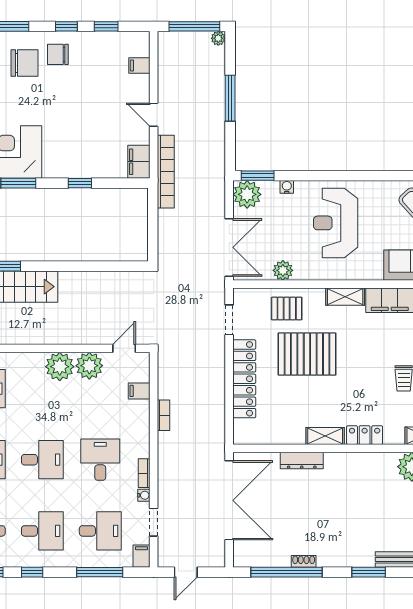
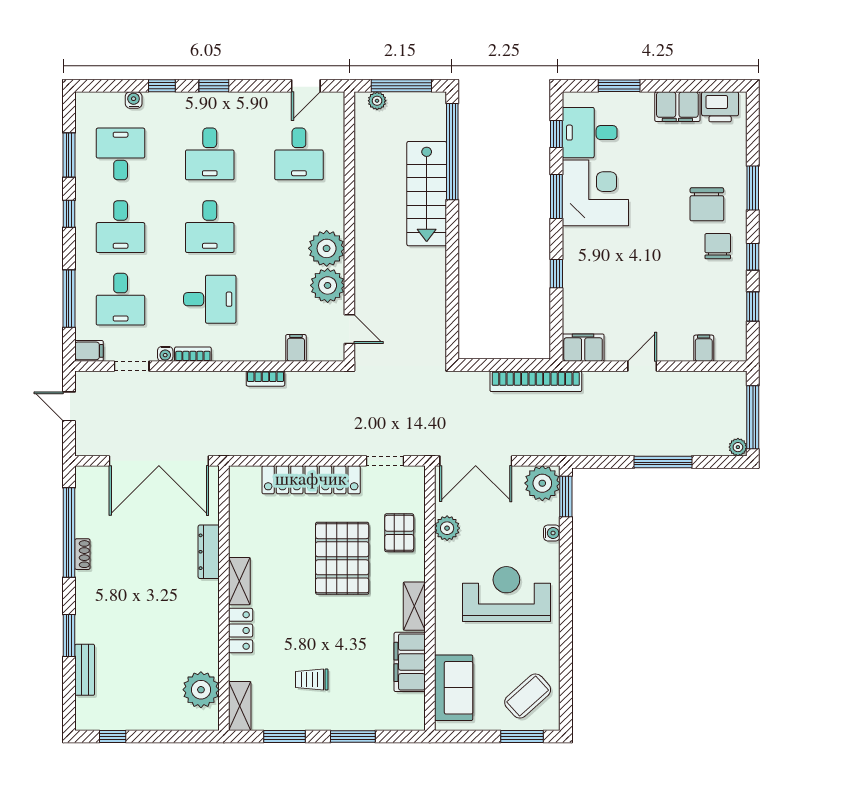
bookcase: (166, 172) -> (536, 381), moved

